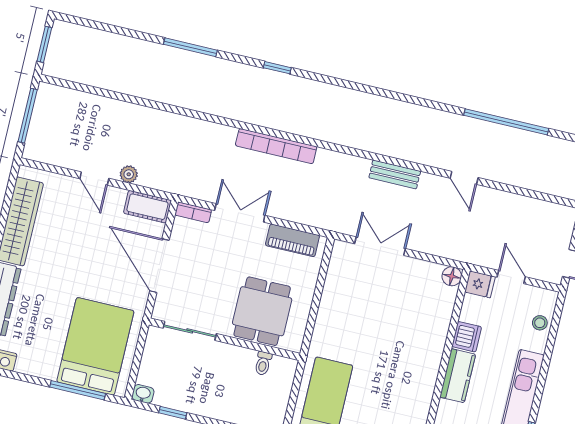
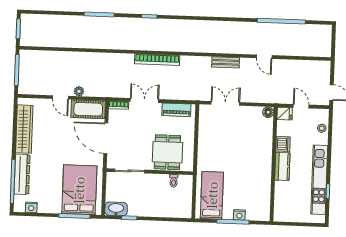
cot: (147, 207) -> (88, 109), width x1.37, depth x1.34
washbasin: (143, 394) -> (116, 209), width x1.91, depth x1.45

